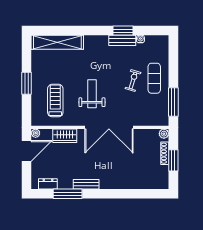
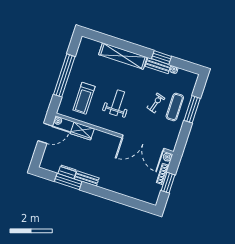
shelving: (57, 42) -> (123, 56), moved
window: (27, 83) -> (64, 75), width x2.11
treadmill: (55, 101) -> (84, 98), turned 180
window: (173, 102) -> (192, 109), moved
double door: (109, 127) -> (143, 143), moved
dresser: (48, 184) -> (67, 172), moved

